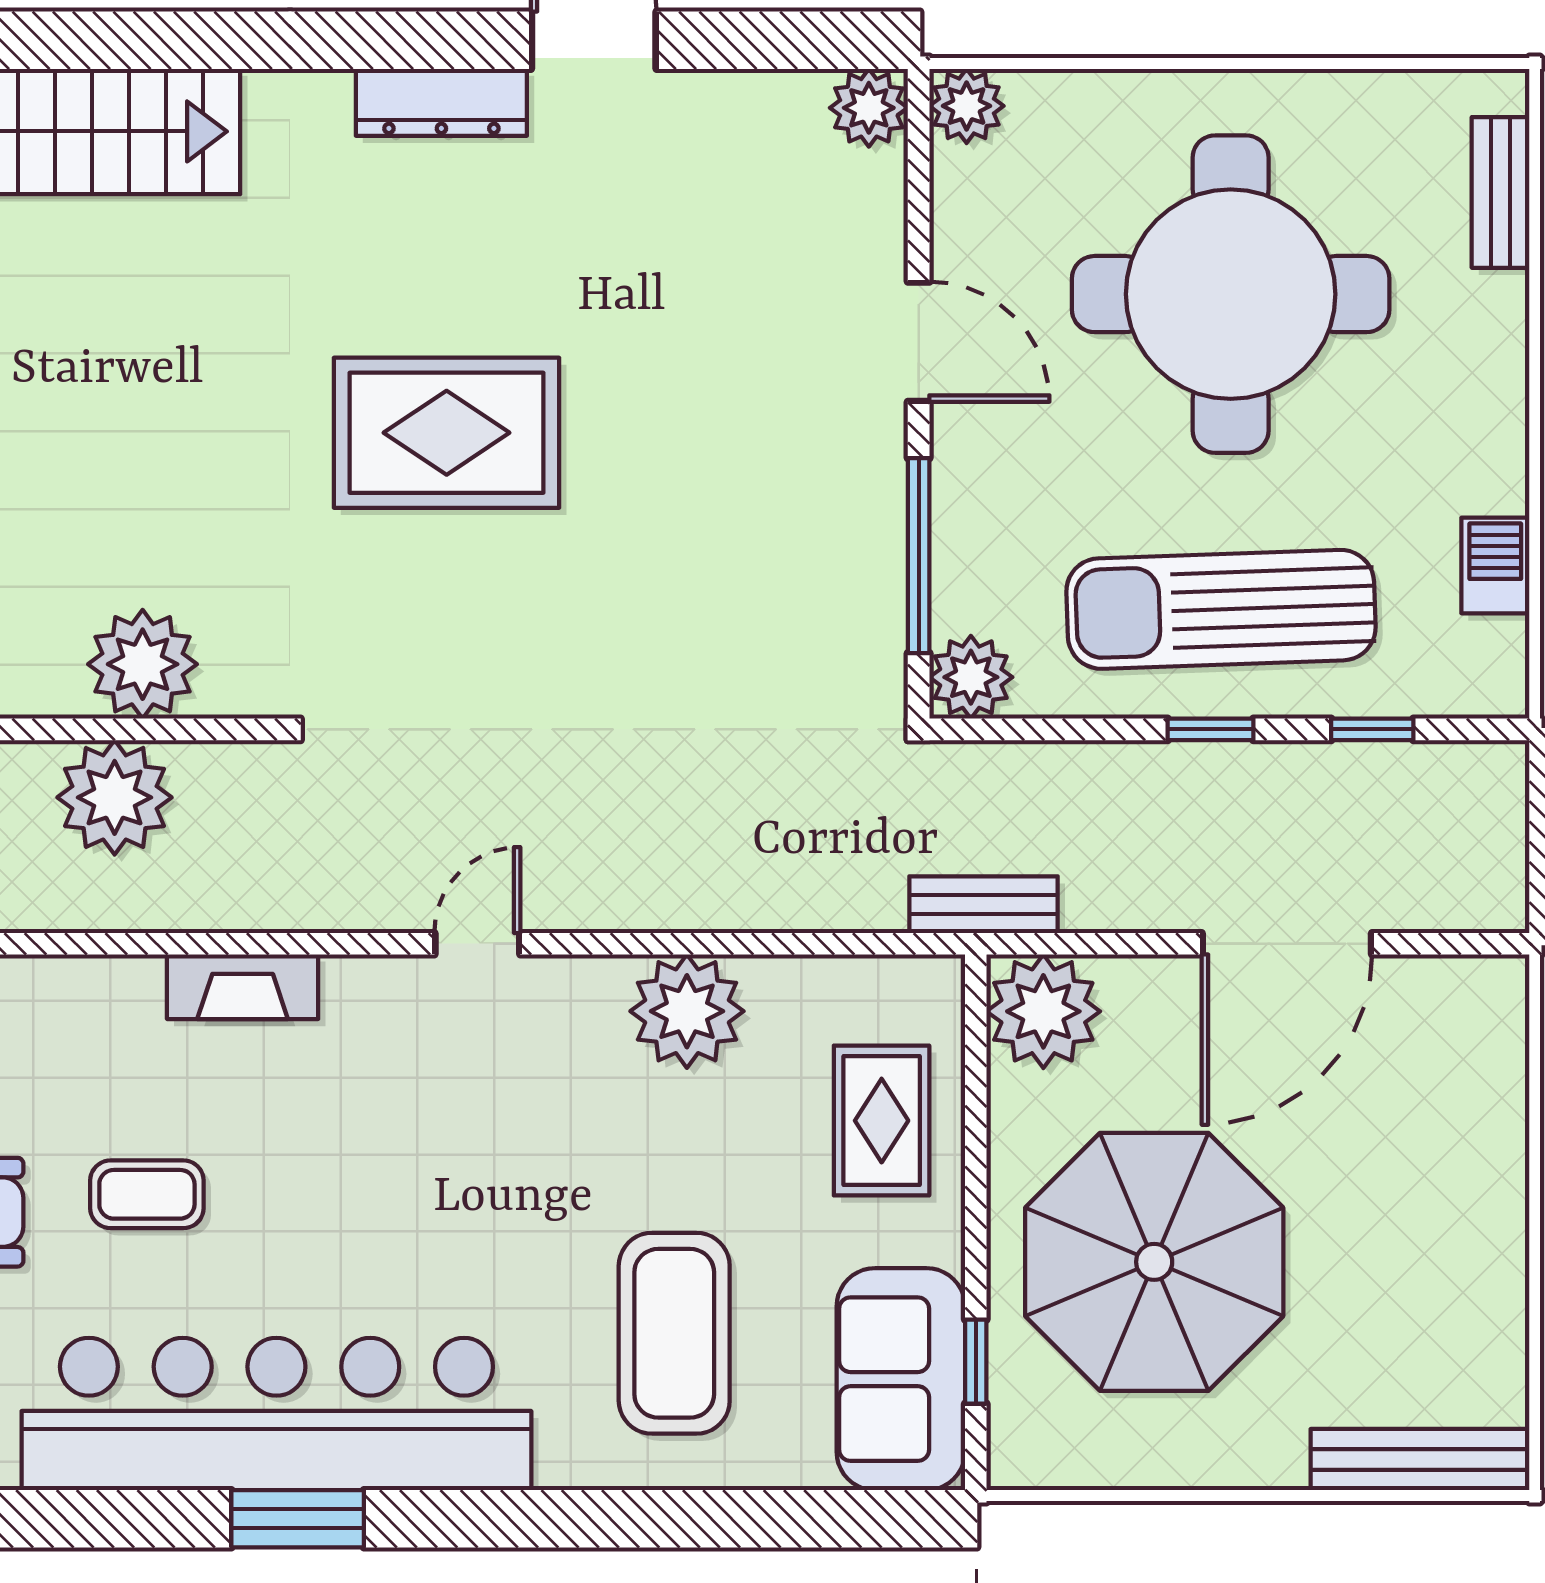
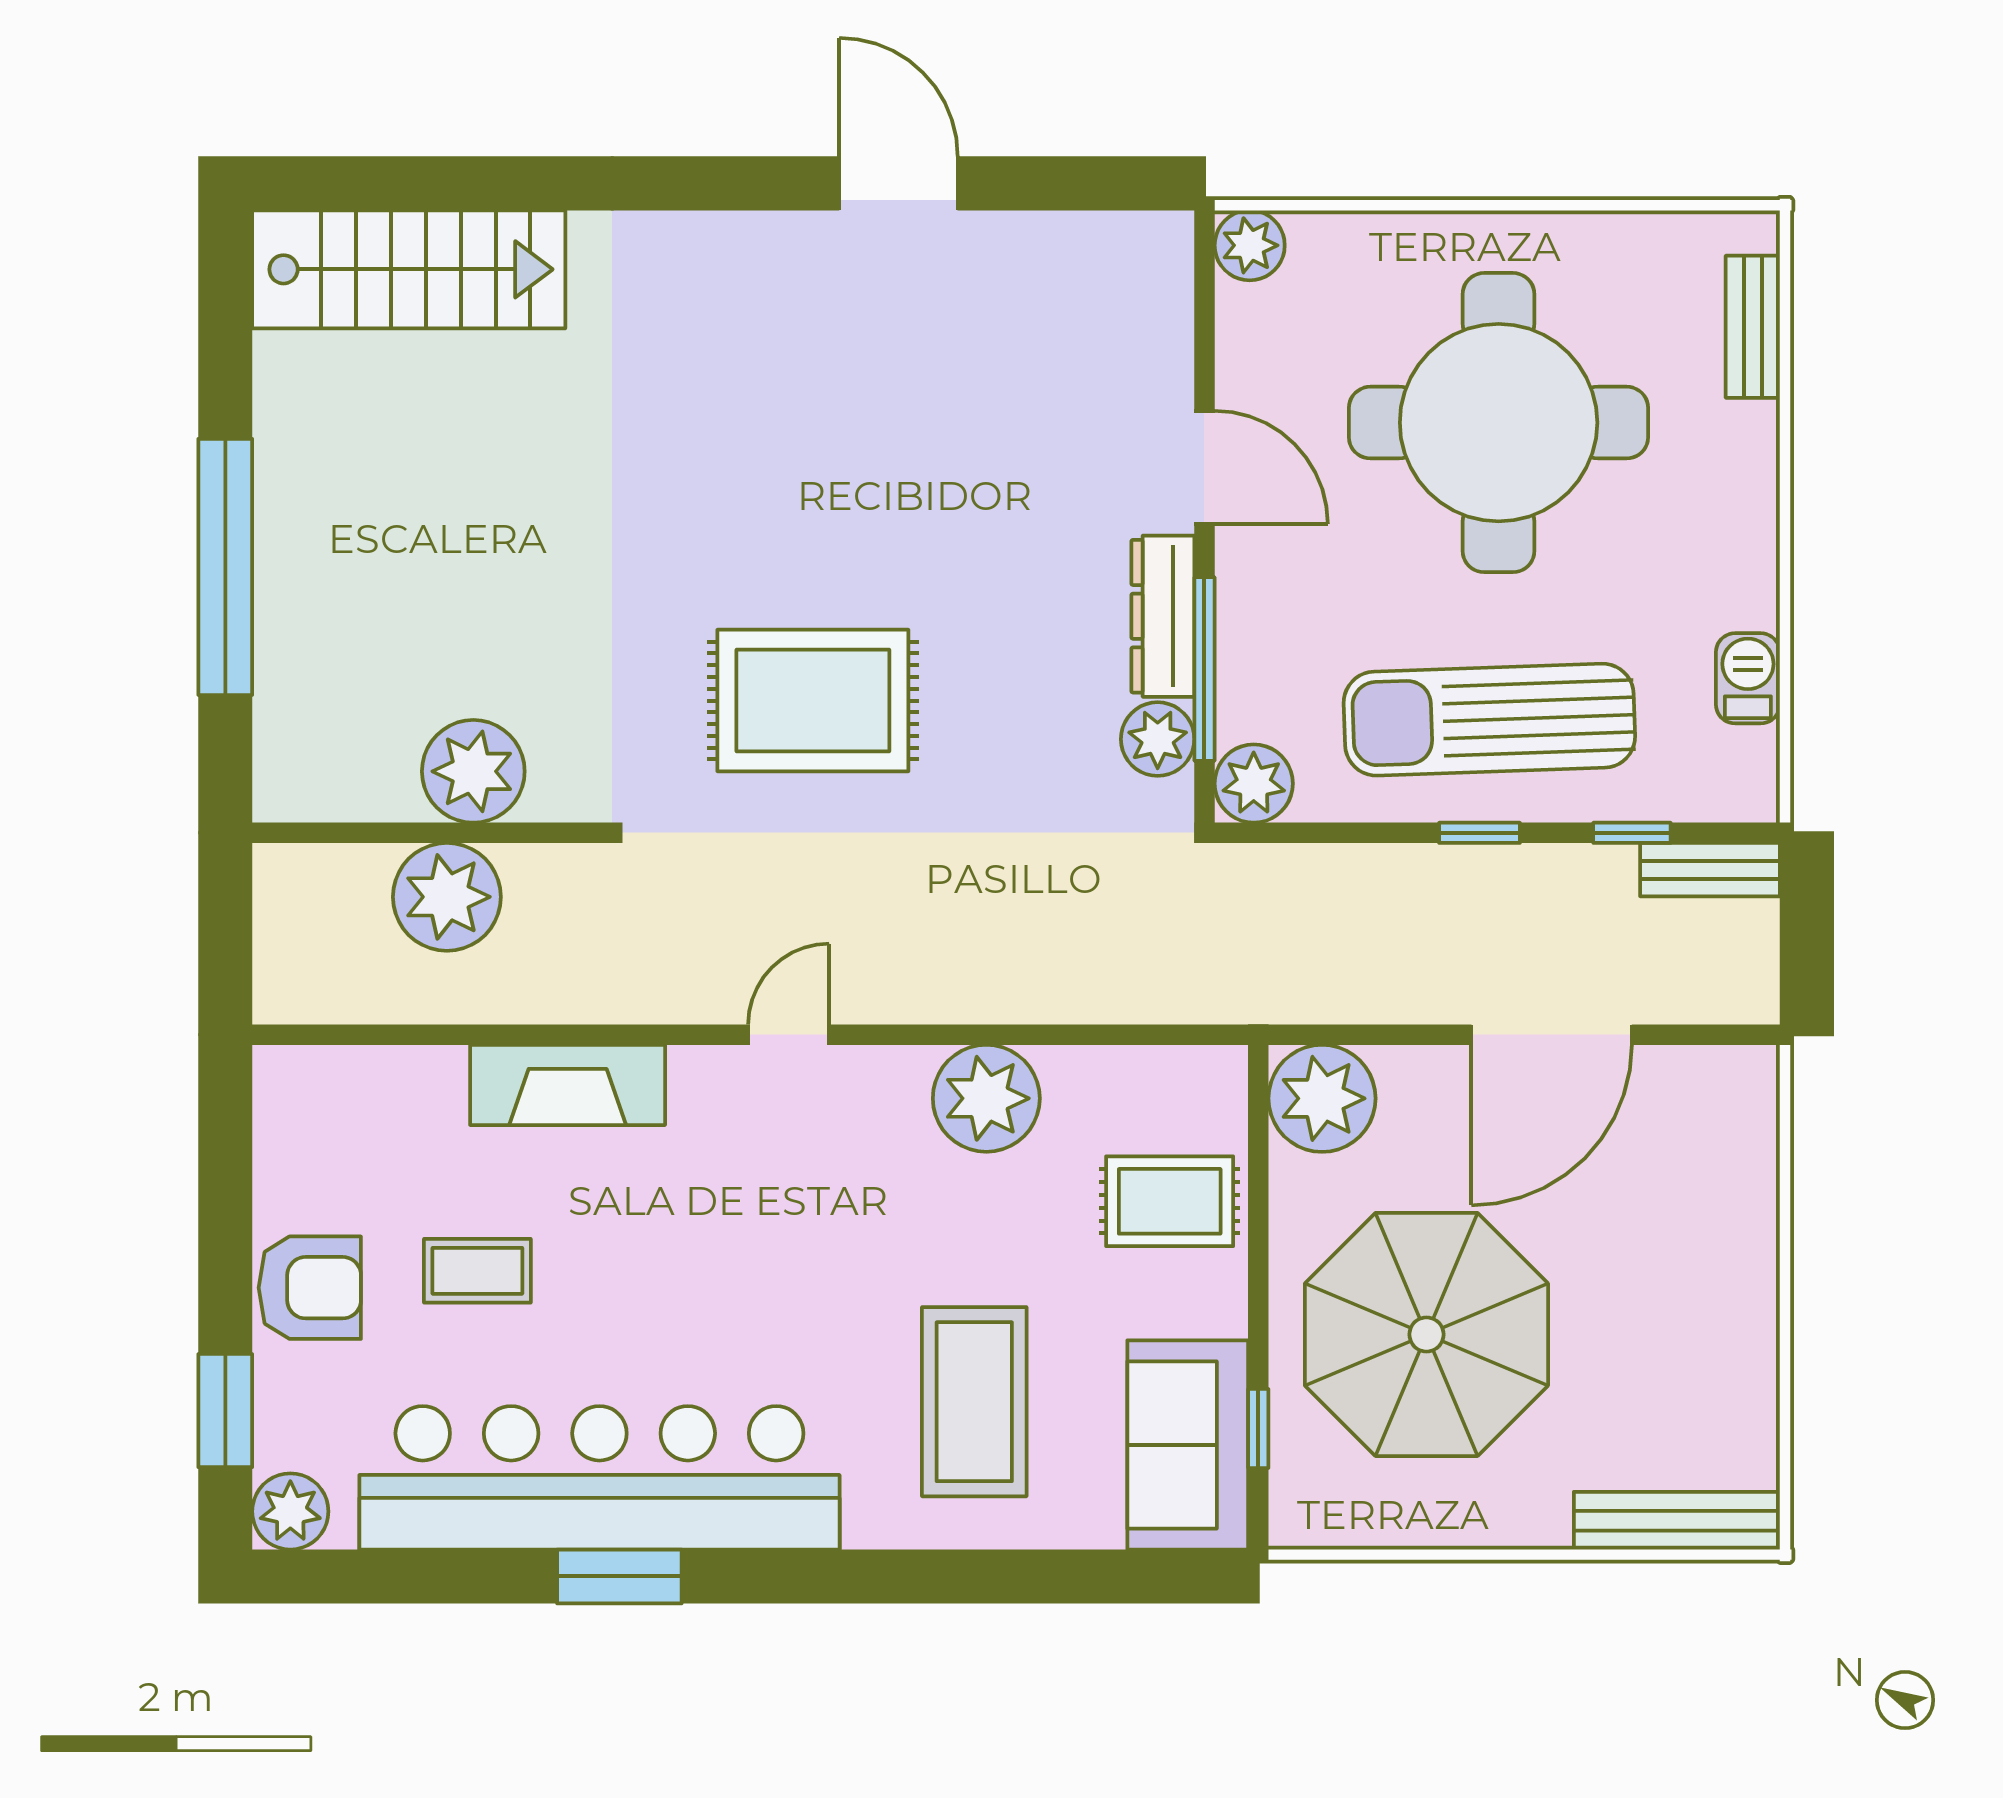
dresser: (441, 102) -> (1163, 616), moved, turned 90
plant: (869, 108) -> (1158, 739), moved
rug: (447, 433) -> (813, 701), moved
bench: (983, 905) -> (1710, 870), moved
fireplace: (243, 987) -> (568, 1085), width x1.37, depth x1.32
rug: (882, 1121) -> (1170, 1201), turned 90

